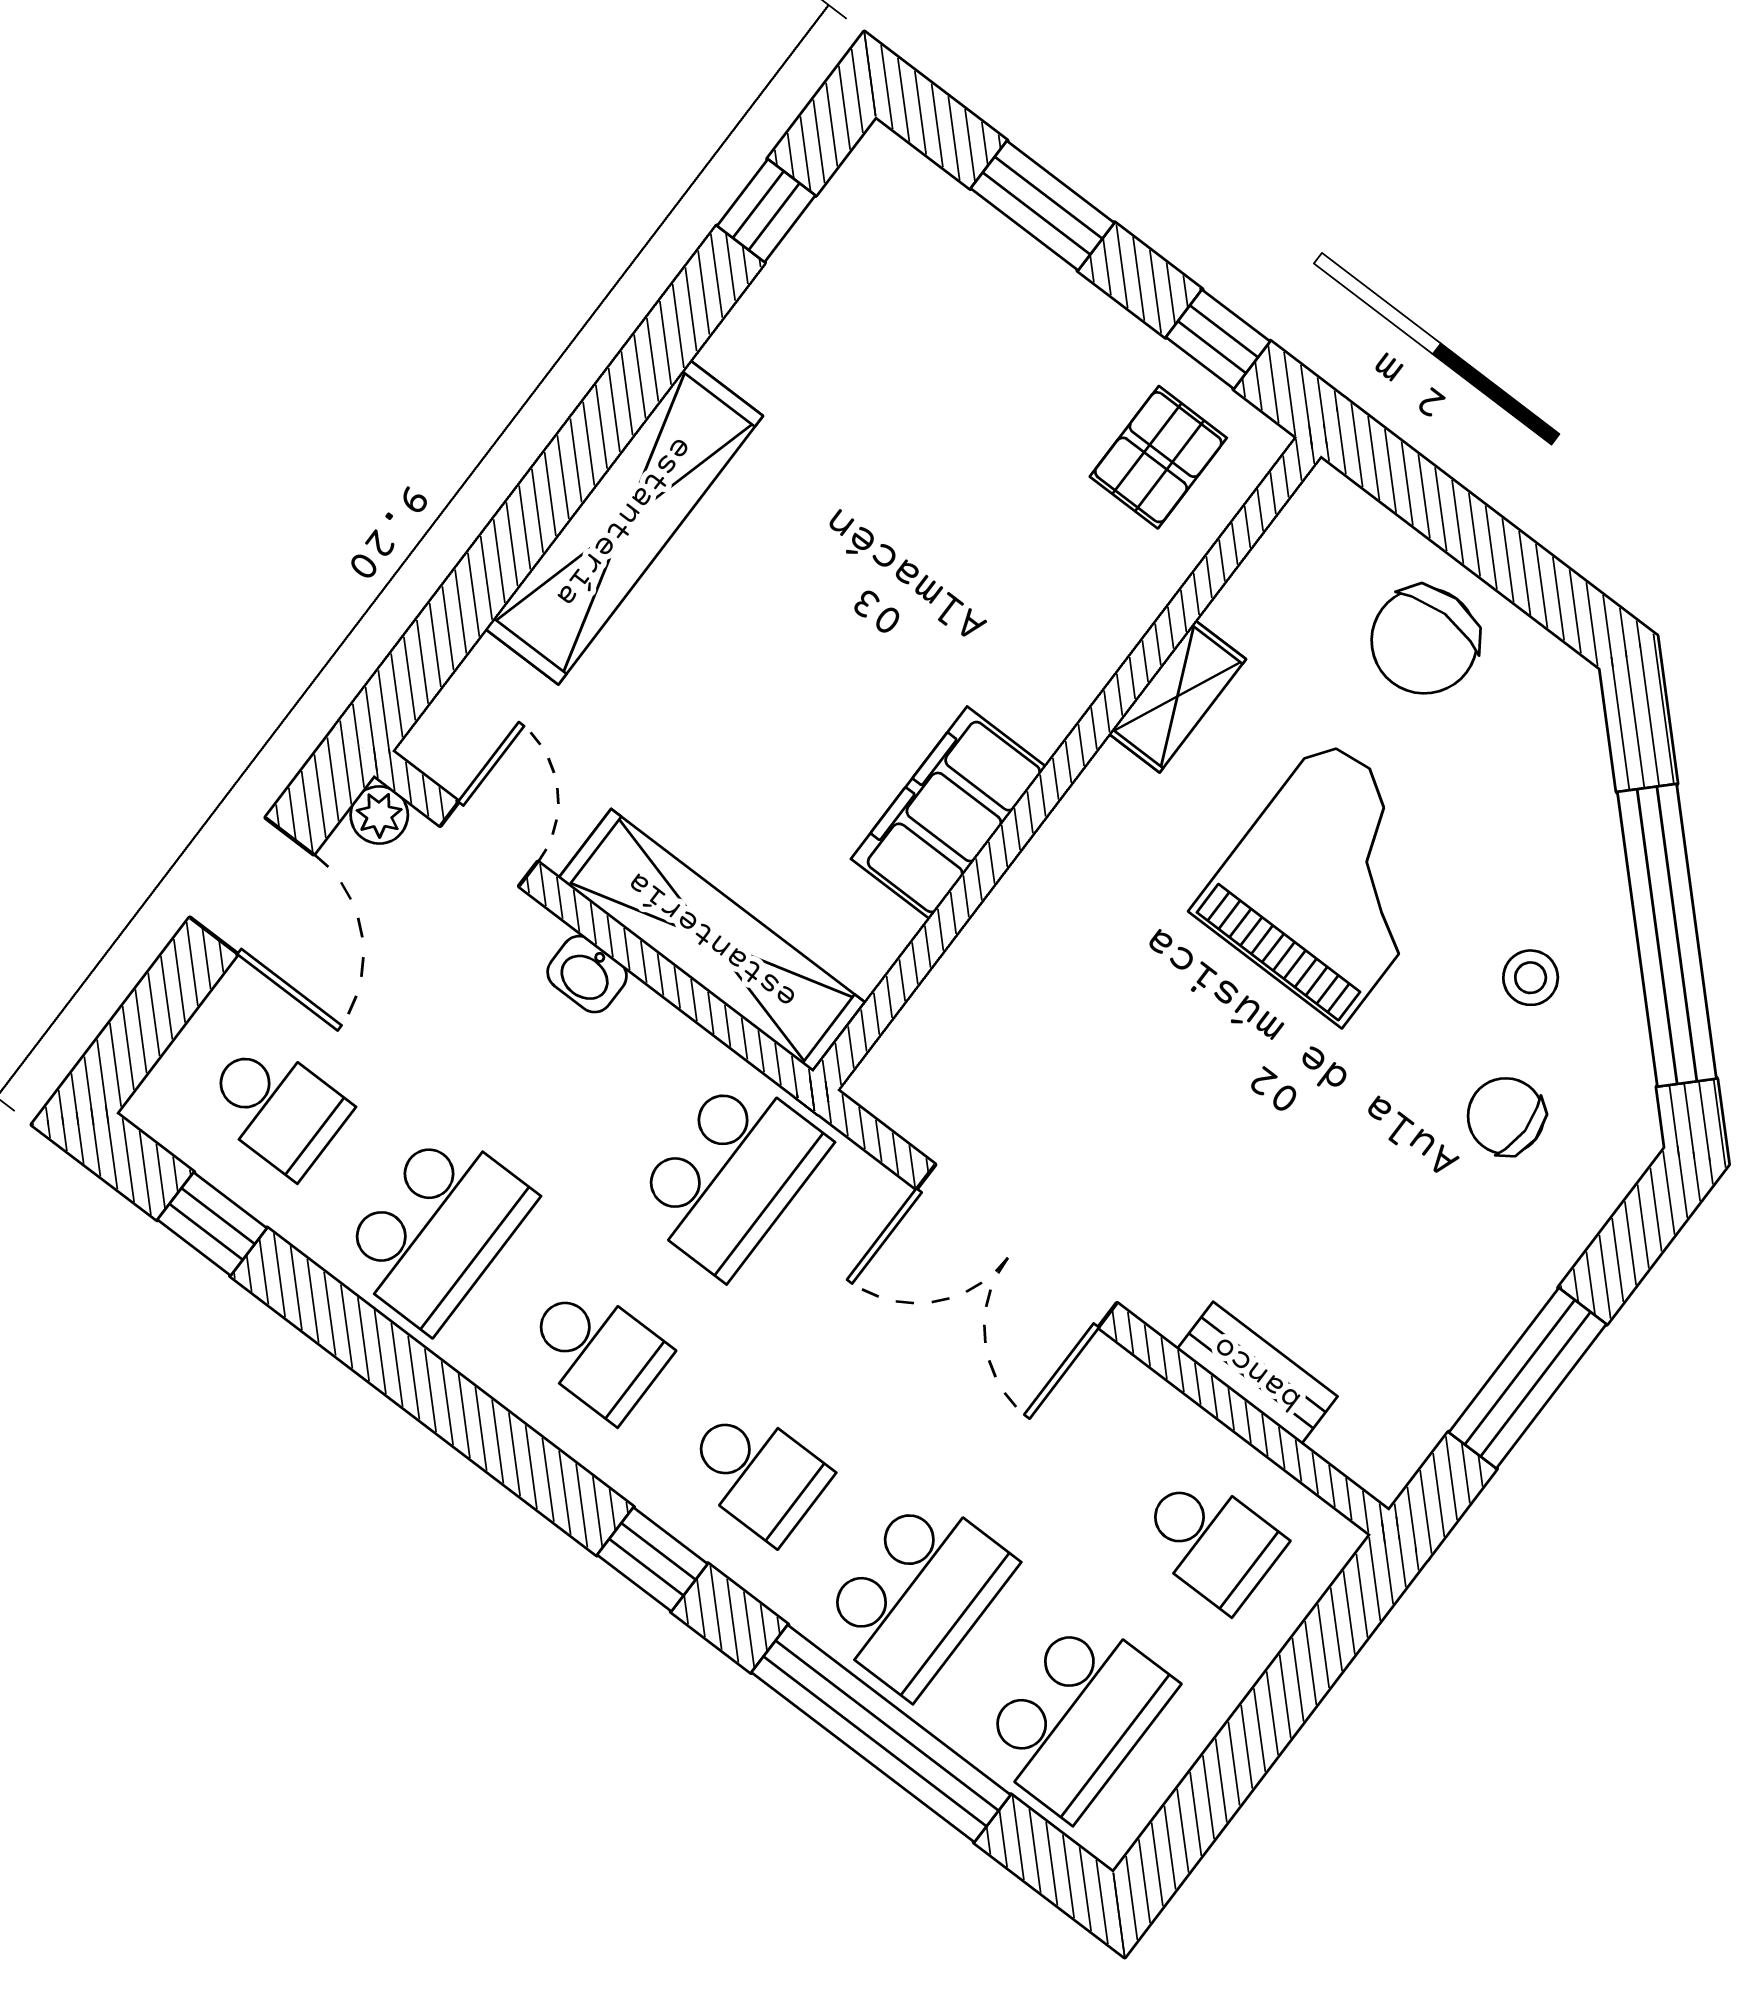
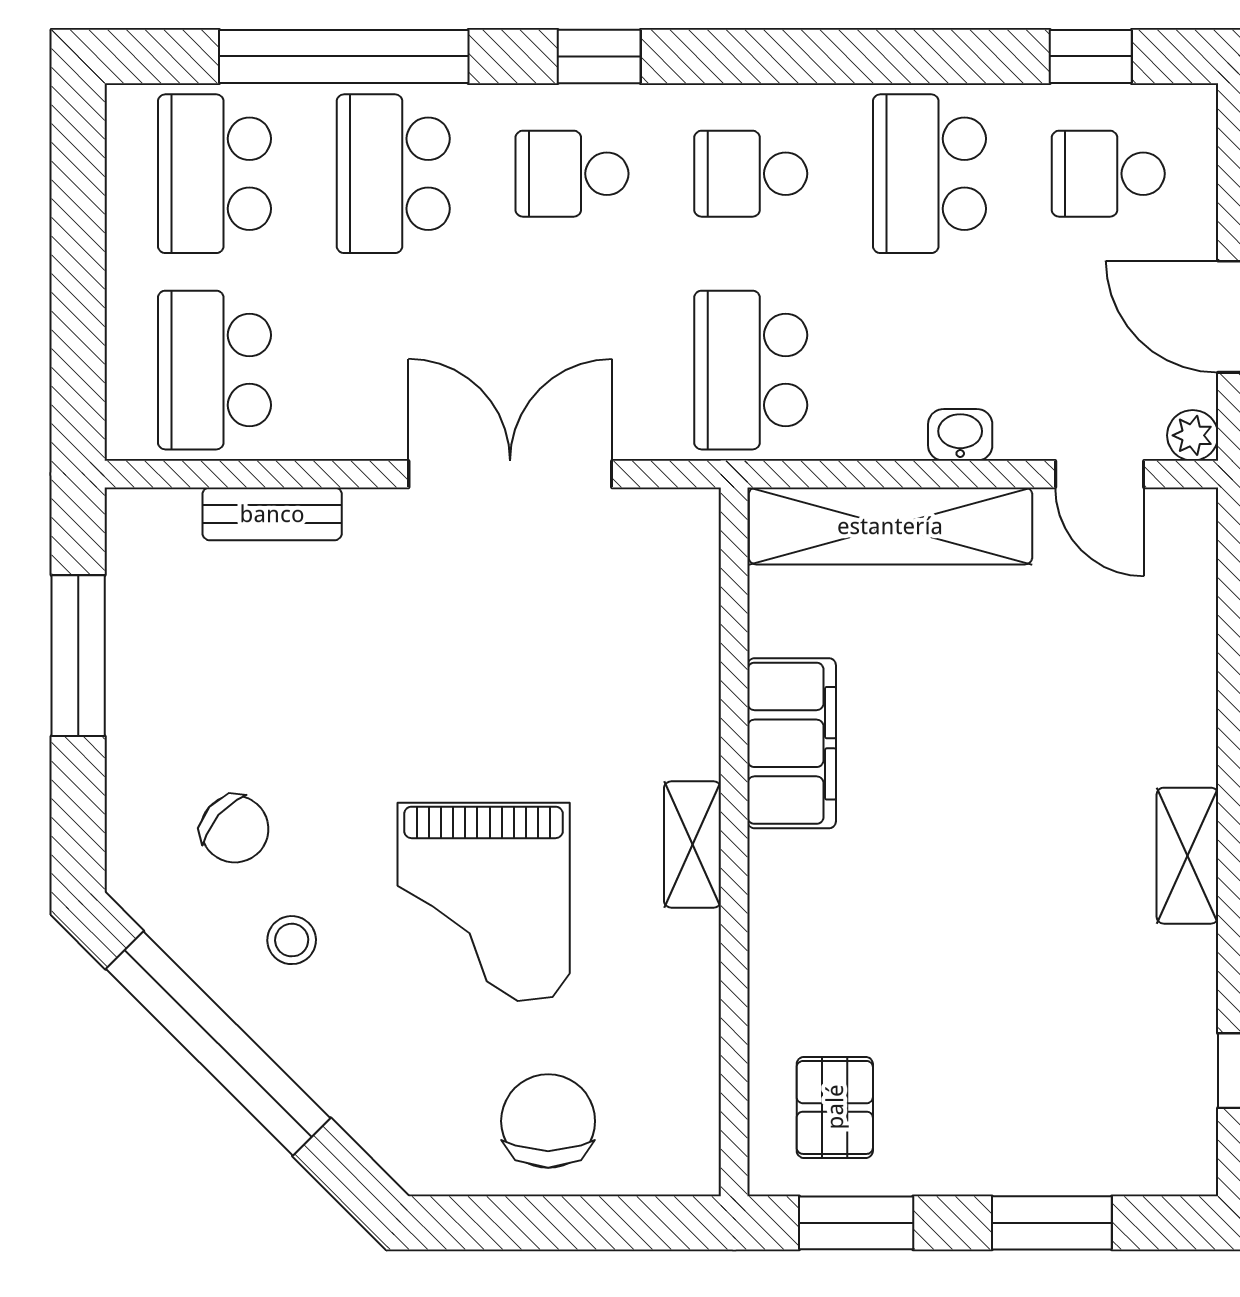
window: (1218, 339) -> (856, 1223), width x1.50
shelving: (624, 522) -> (1187, 856), width x0.45, depth x0.75
shelving: (1177, 696) -> (693, 845), moved
chair: (1506, 1116) -> (235, 829), turned 41
school desk: (1211, 1541) -> (214, 370), width x1.85

